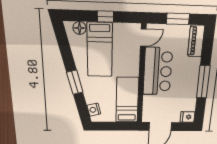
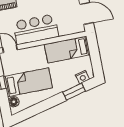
window: (75, 82) -> (74, 92), moved

